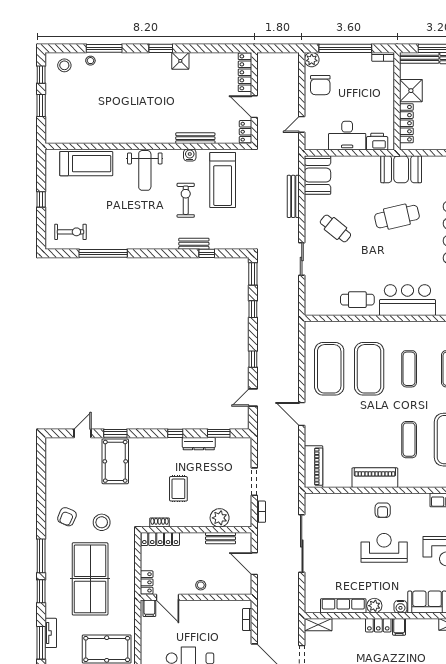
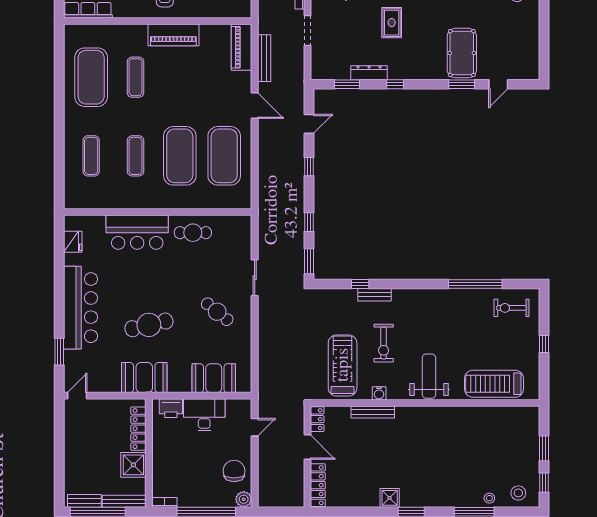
booth: (317, 175) -> (214, 378), moved, turned 90
bench: (293, 196) -> (264, 58), moved

